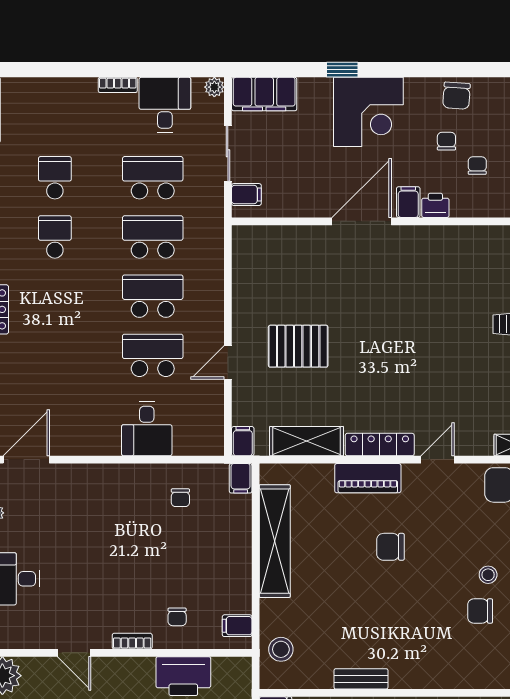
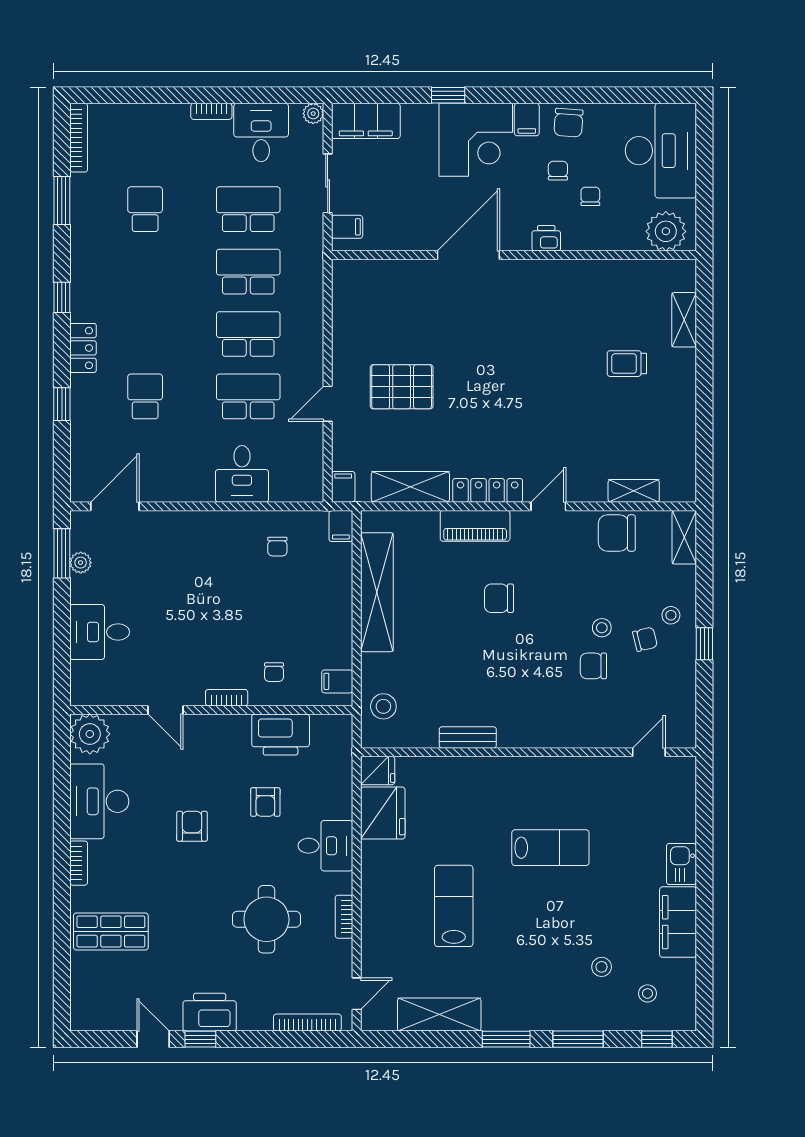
filing cabinet: (408, 202) -> (527, 120), moved, turned 180
school desk: (55, 237) -> (145, 396), moved

